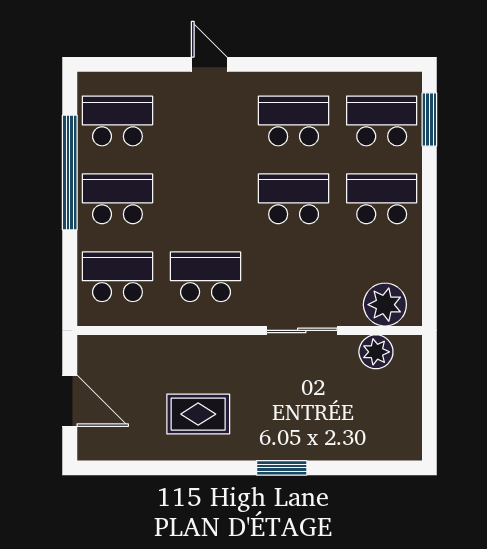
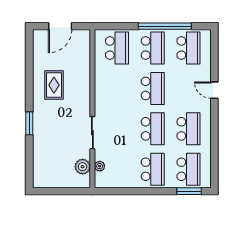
door: (209, 64) -> (214, 90), swing flipped
school desk: (206, 277) -> (153, 88), moved
plant: (385, 305) -> (100, 166), width x0.53, depth x0.53

